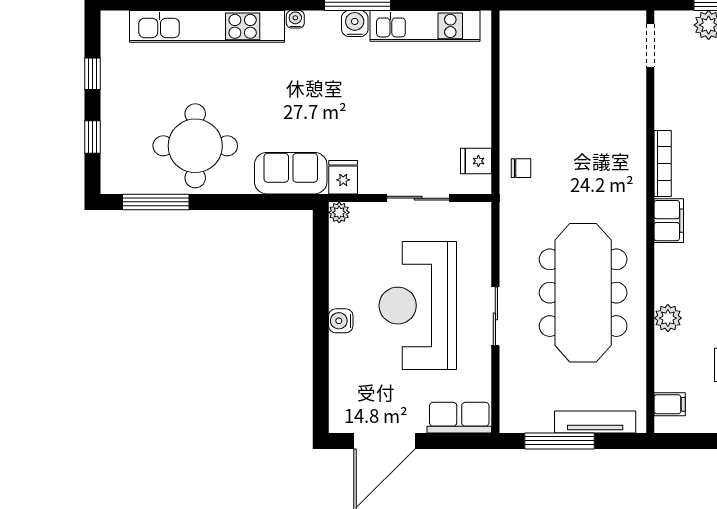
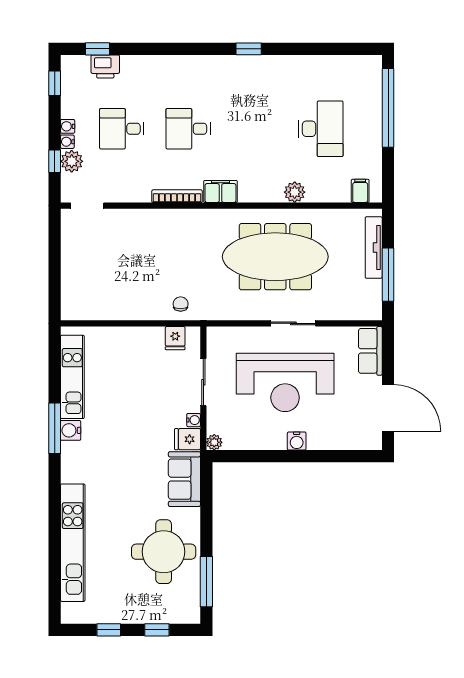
water cooler: (295, 19) -> (194, 420), moved, turned 180

